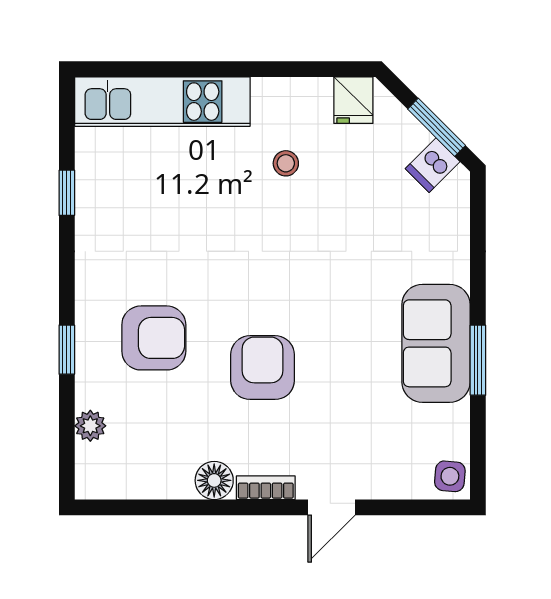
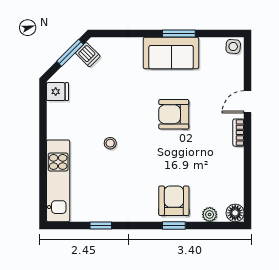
stool: (286, 163) -> (110, 143), moved
armchair: (154, 338) -> (174, 201), moved
armchair: (263, 368) -> (174, 114), moved
floor lamp: (214, 480) -> (235, 213), moved
door: (332, 507) -> (248, 102), swing flipped

